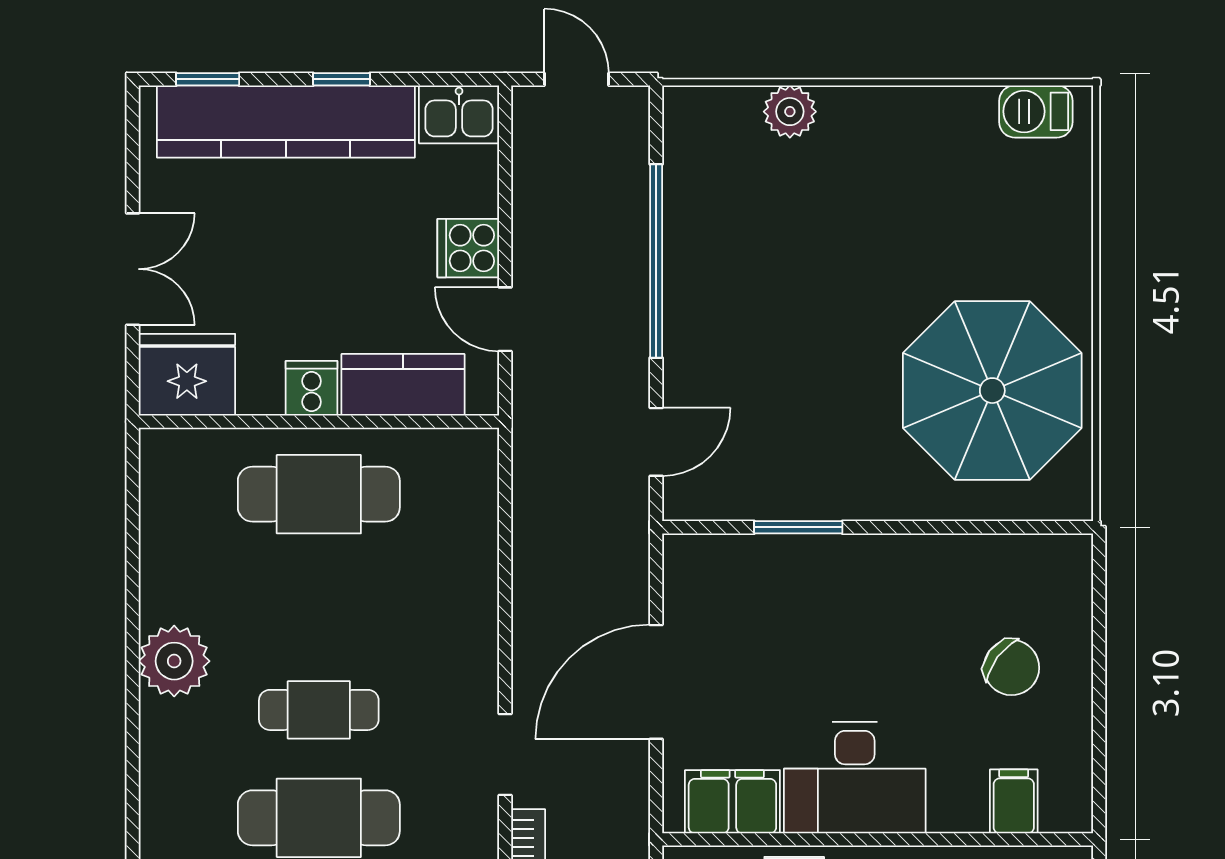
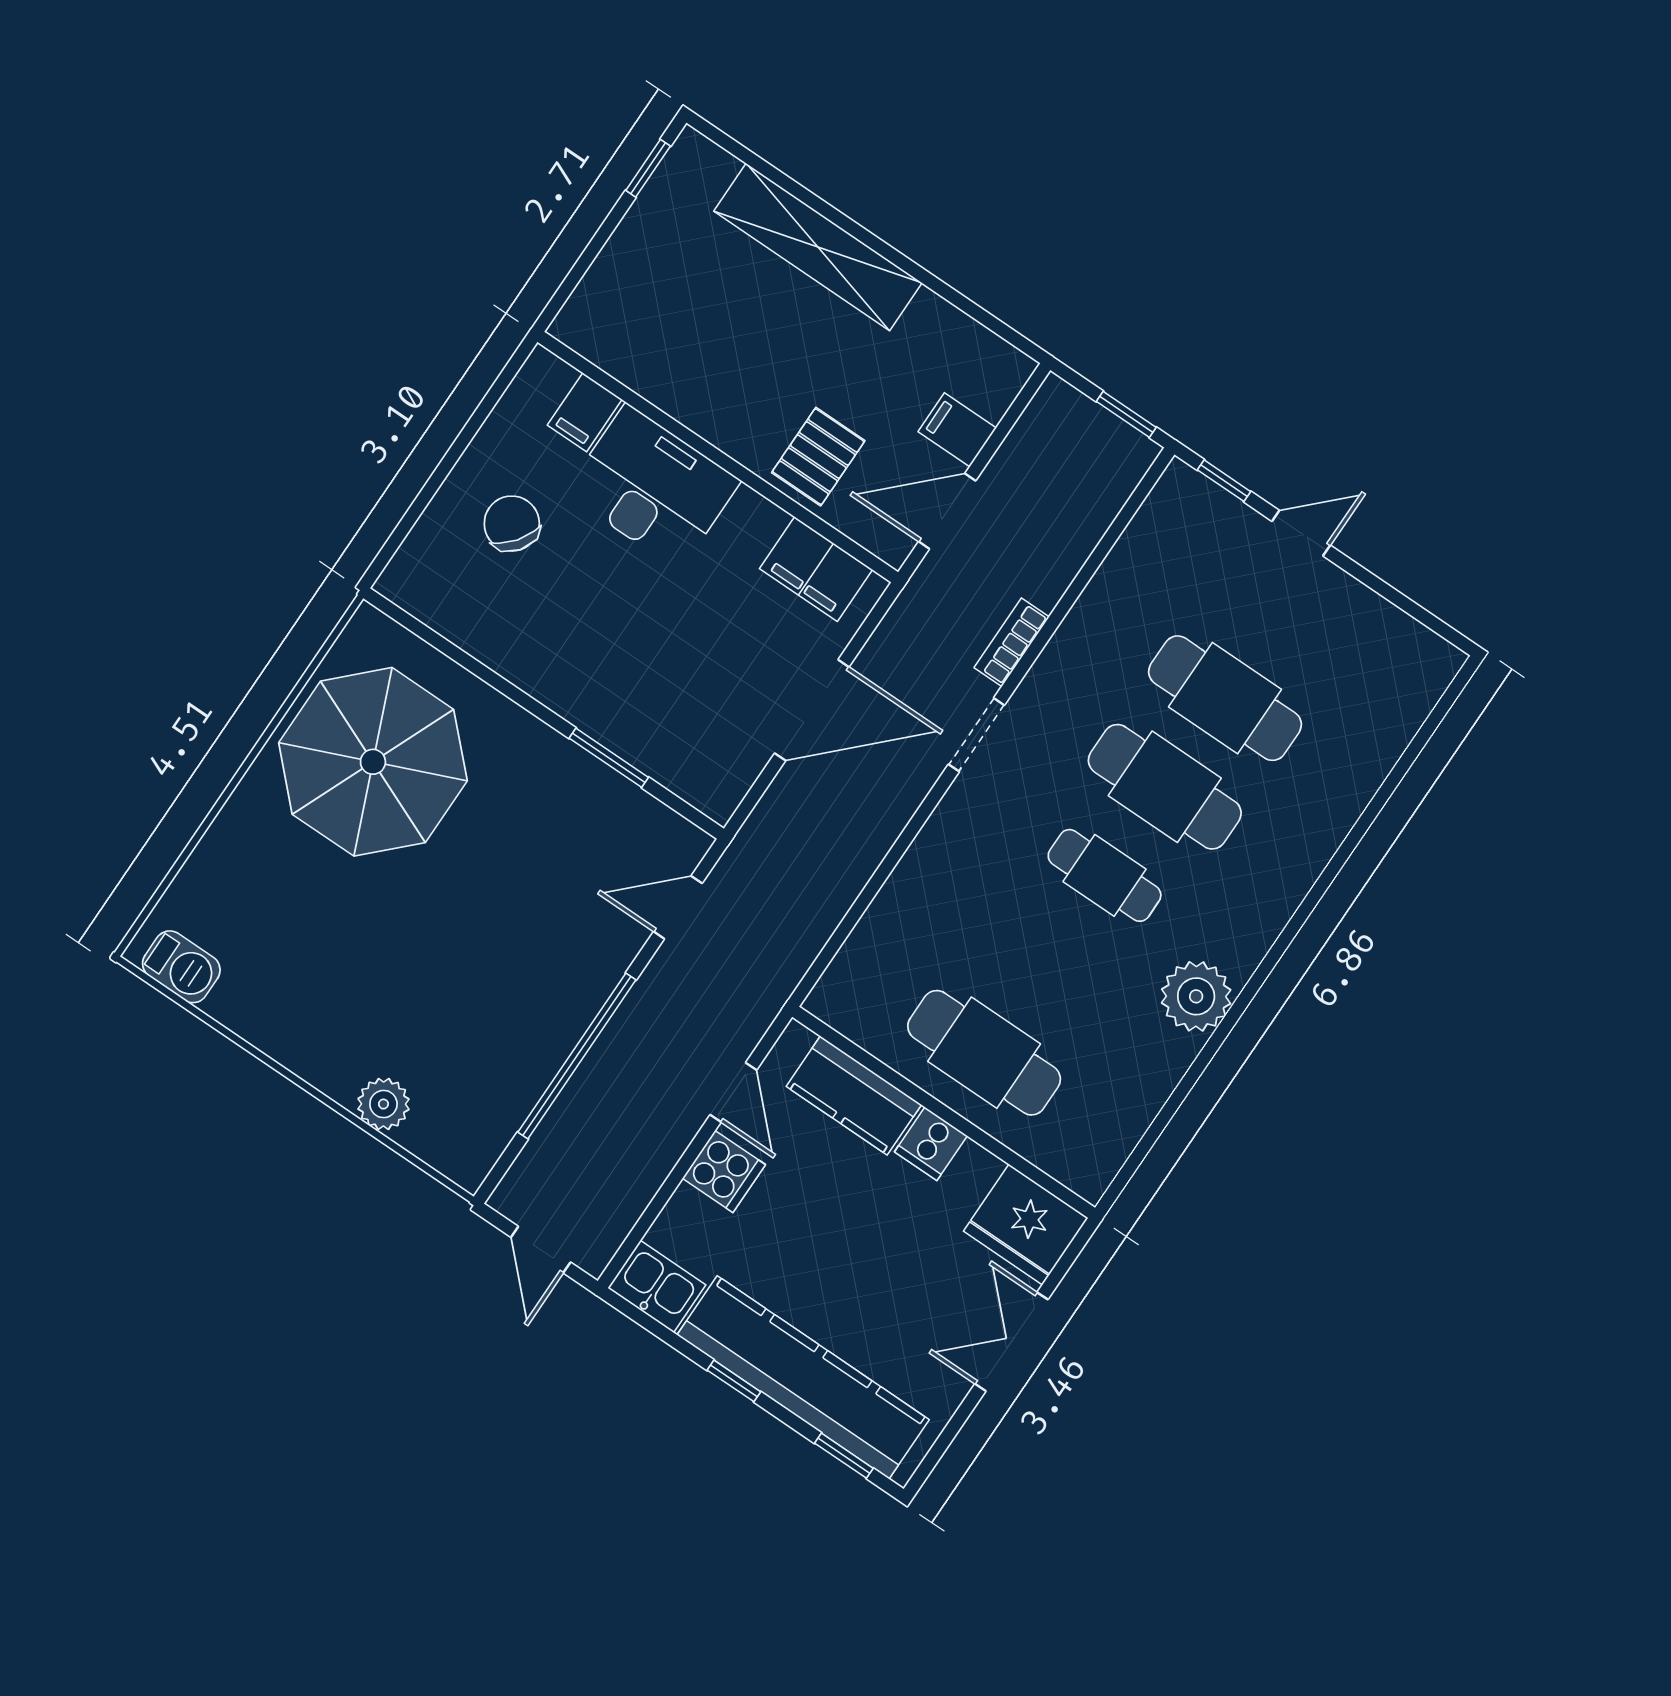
desk: (855, 778) -> (653, 487), moved

